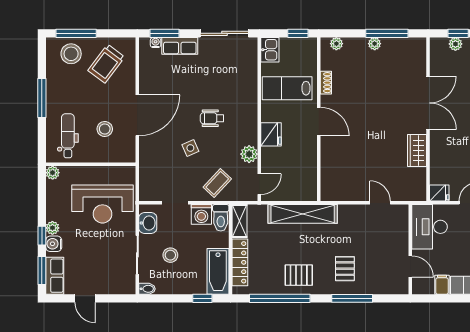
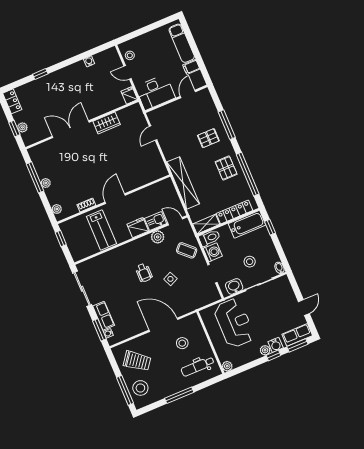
kitchen sink: (270, 50) -> (155, 221), moved

